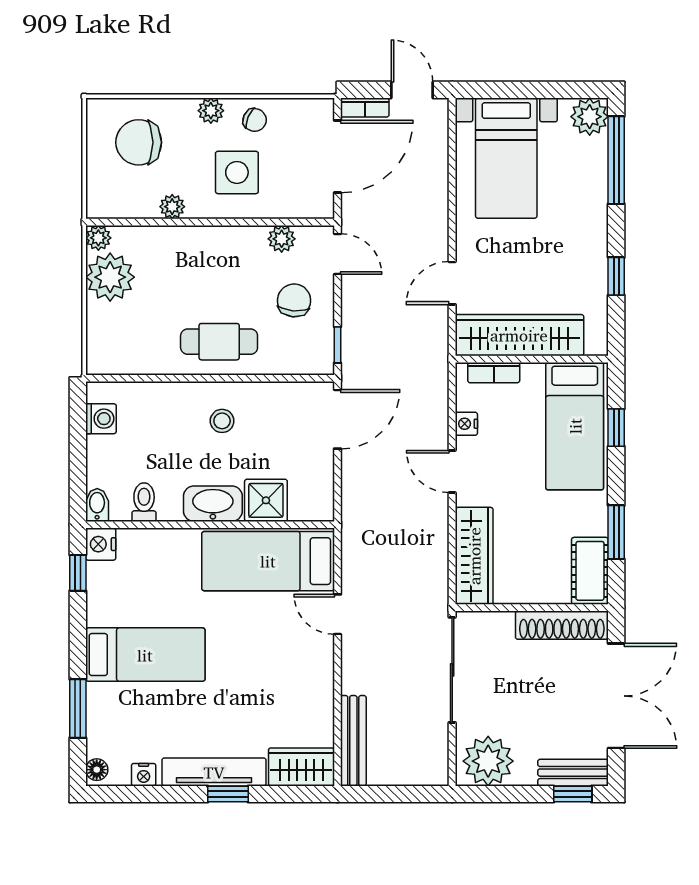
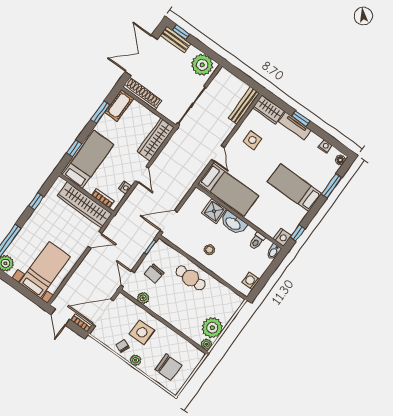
plant: (172, 207) -> (173, 337), removed
side table: (290, 687) -> (252, 140), added
tv unit: (214, 772) -> (295, 126), width x0.71

